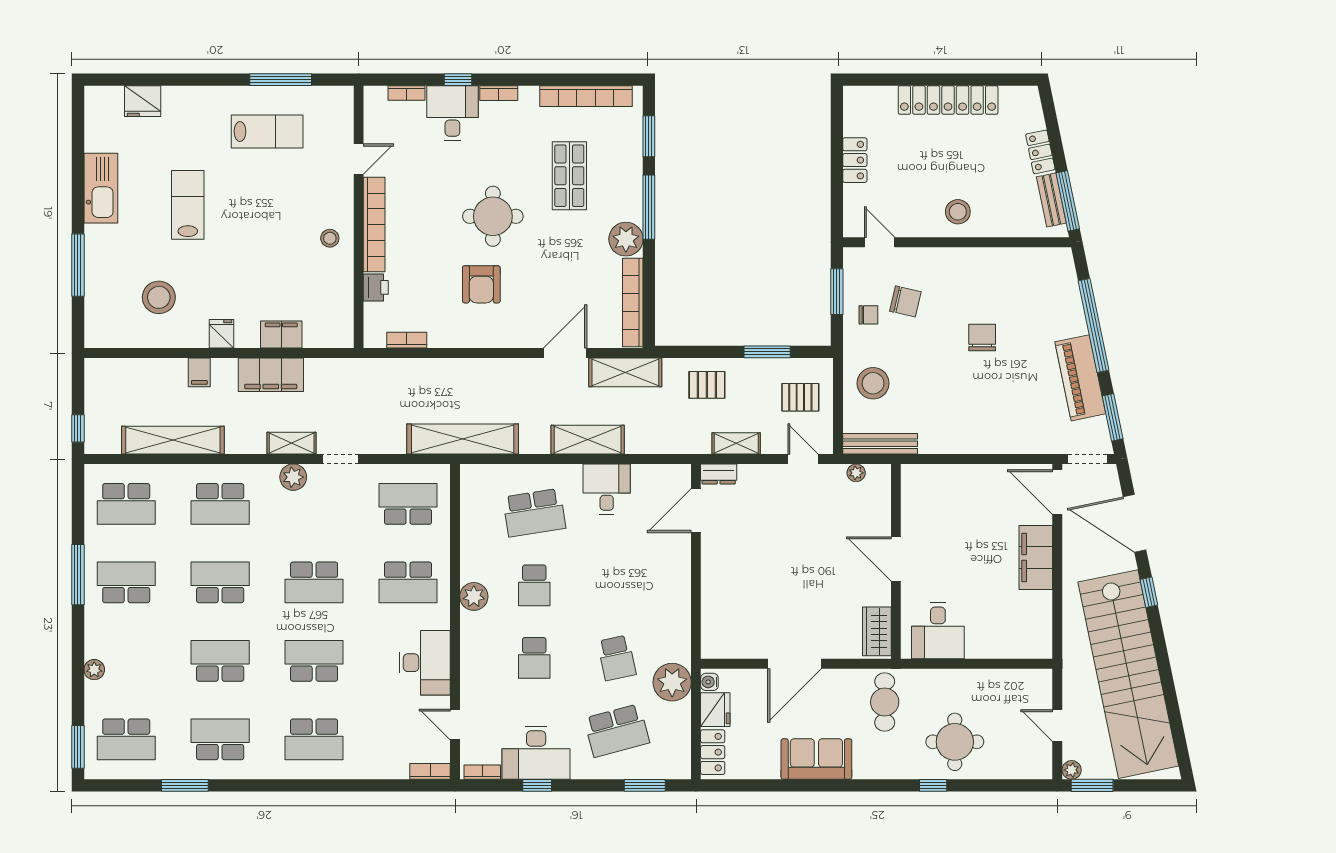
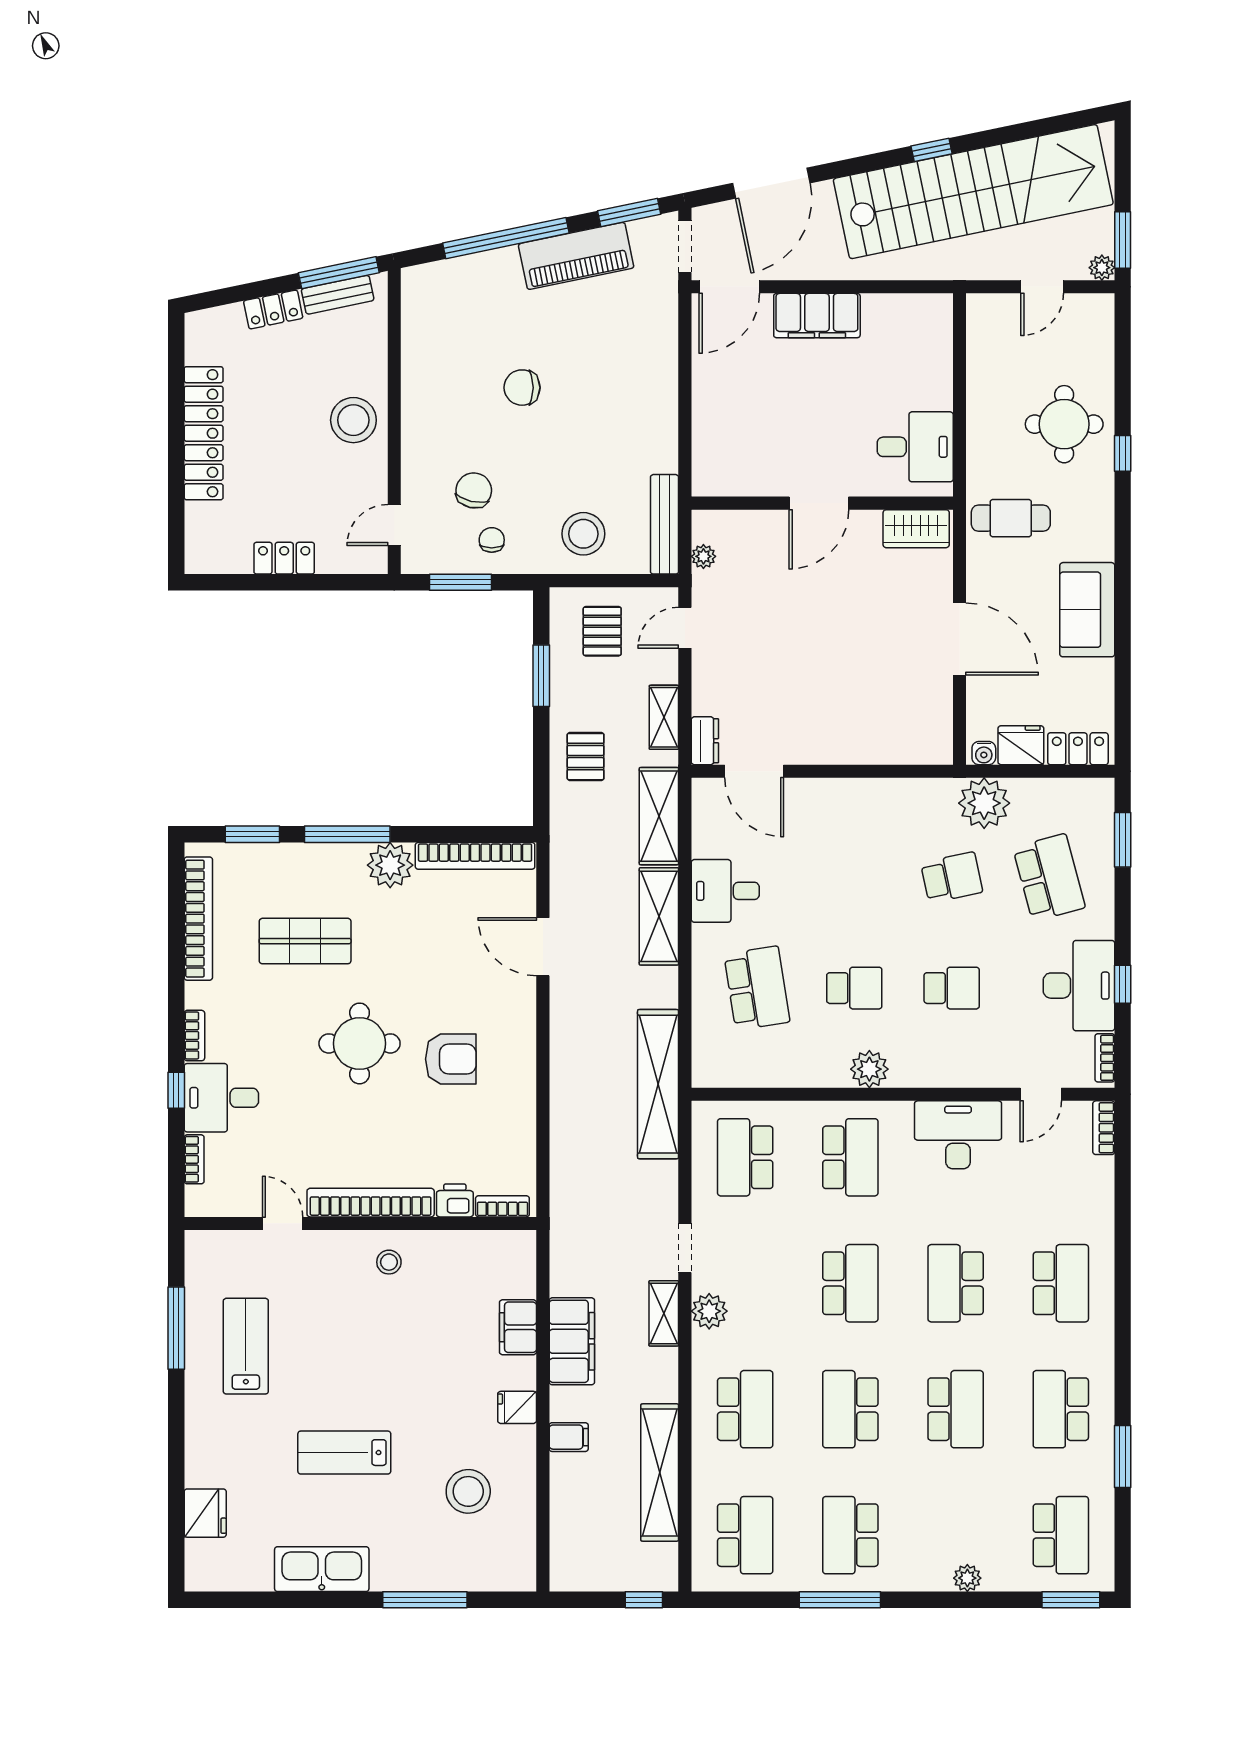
stool: (958, 212) -> (353, 420), width x1.38, depth x1.38
bookcase: (407, 340) -> (502, 1206), moved, turned 90
shelving: (625, 372) -> (659, 816), moved
window: (1149, 592) -> (932, 150), moved
school desk: (220, 661) -> (956, 1409), turned 180

